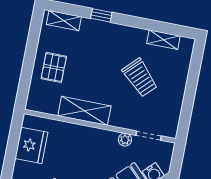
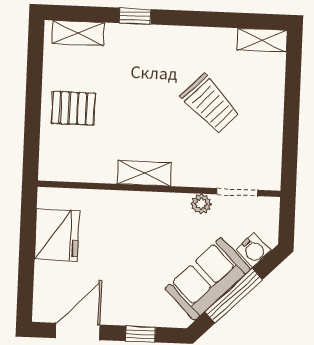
shelving: (163, 40) -> (262, 40), moved
pallet: (54, 67) -> (73, 108), turned 90
shelving: (84, 111) -> (144, 173), width x0.67, depth x0.75

